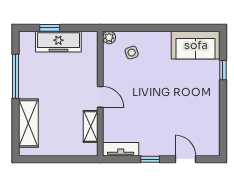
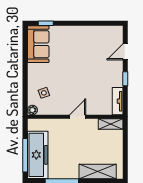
window: (50, 28) -> (25, 155), width x2.17
freezer: (58, 42) -> (38, 155), width x1.36, depth x1.26
window: (223, 70) -> (46, 23), moved
shelving: (91, 126) -> (111, 124), moved

